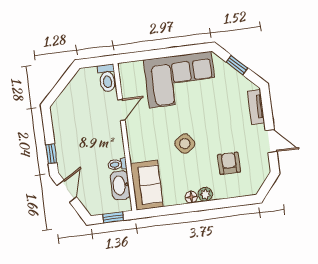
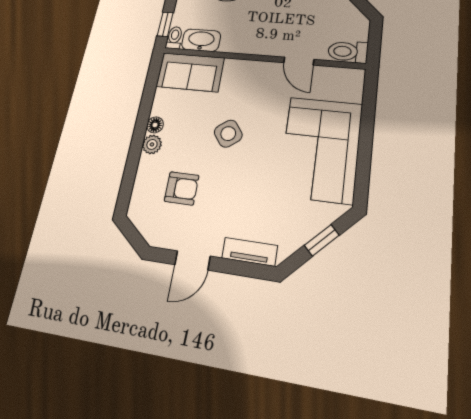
toilet: (117, 164) -> (174, 38), moved

